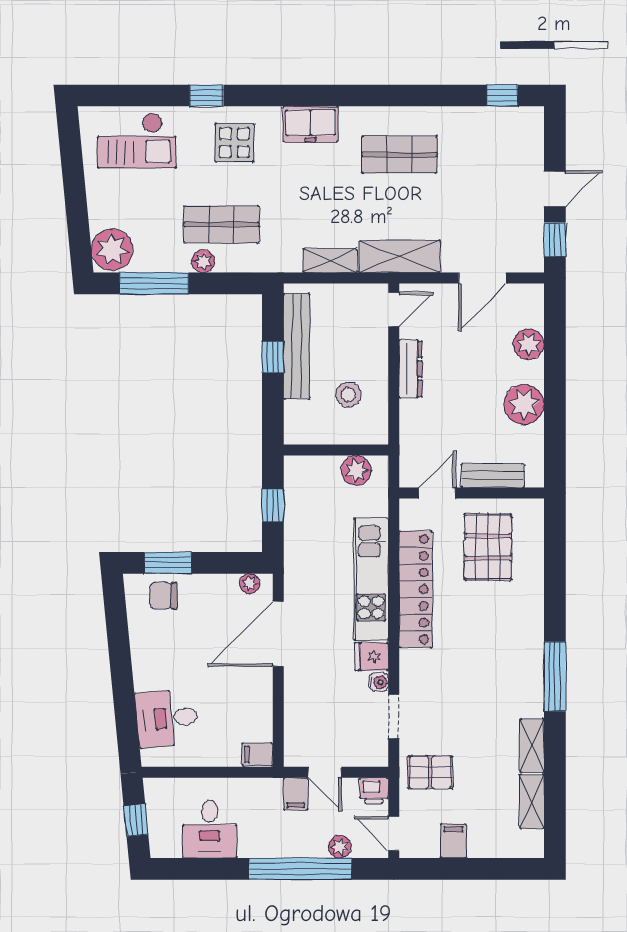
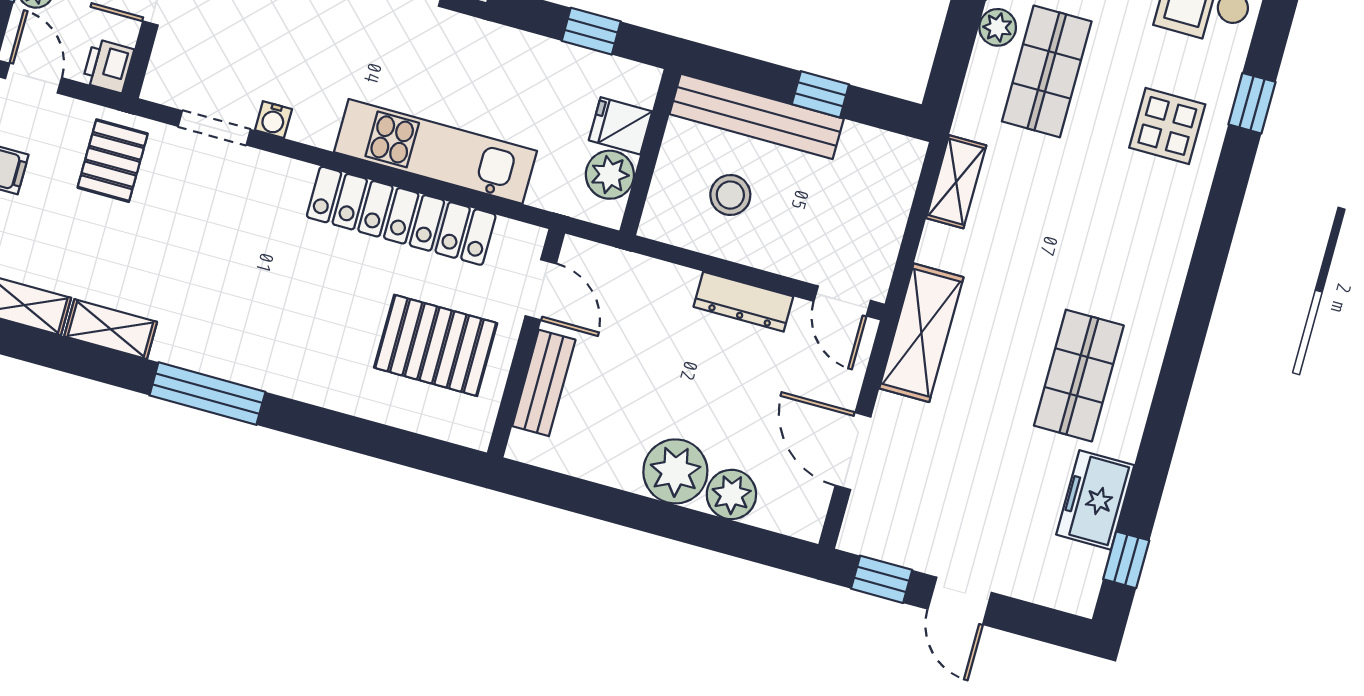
freezer: (310, 124) -> (1095, 500), moved
shelving: (330, 261) -> (956, 182), moved
bench: (297, 346) -> (757, 116), moved
plant: (524, 404) -> (675, 471), moved
fridge: (372, 657) -> (621, 126), moved, turned -90
door: (394, 834) -> (33, 78), hinge flipped

